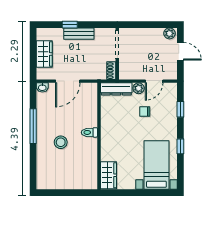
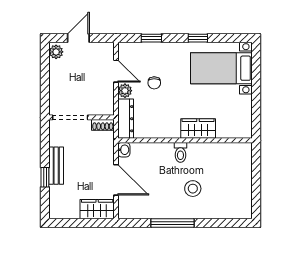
wardrobe: (44, 54) -> (97, 209), moved
washbasin: (42, 87) -> (124, 150), moved
wardrobe: (108, 175) -> (198, 129), moved

